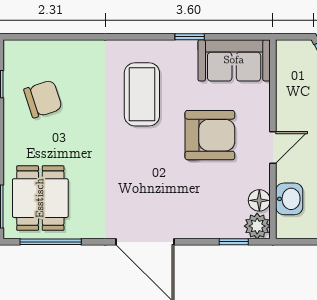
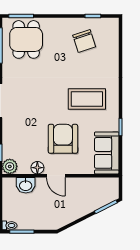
armchair: (210, 135) -> (63, 139), turned 180
dining table: (40, 198) -> (26, 39), turned 90
floor lamp: (259, 200) -> (37, 168), moved

